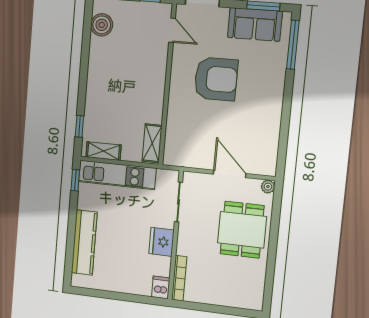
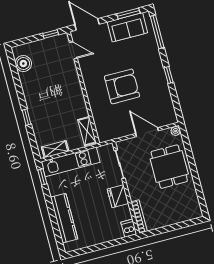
armchair: (216, 79) -> (122, 86), moved
window: (286, 109) -> (169, 75), added
window: (79, 126) -> (27, 117), moved

